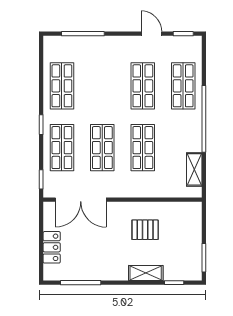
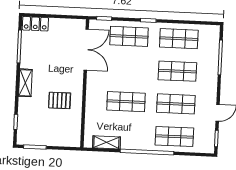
shop shelf: (102, 148) -> (177, 71), moved
double door: (81, 200) -> (86, 50), swing flipped
pallet: (145, 230) -> (60, 100), turned 90
locker: (52, 247) -> (35, 24), moved
shelving: (146, 273) -> (25, 83), moved

